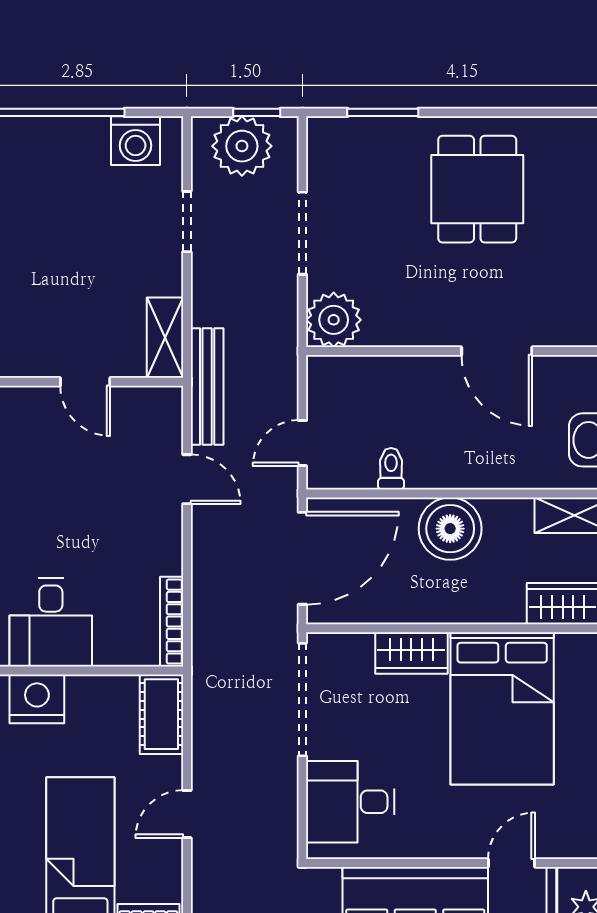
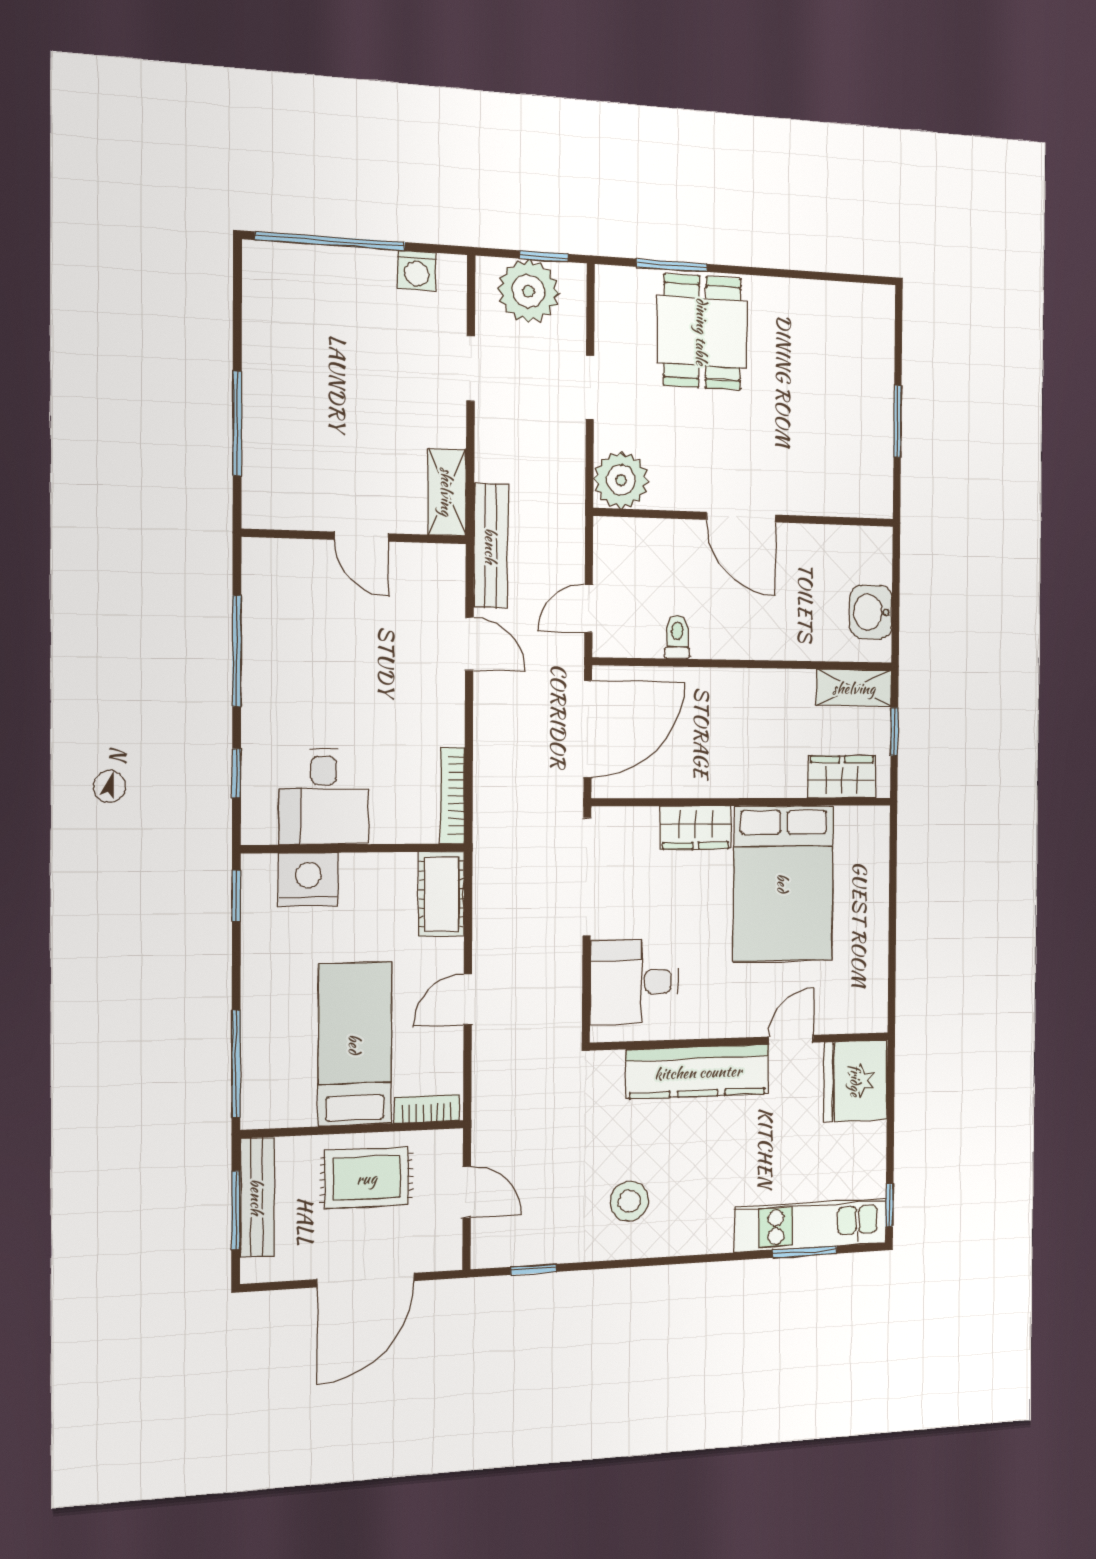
washing machine: (136, 141) -> (417, 271), width x0.73, depth x0.73
dining table: (477, 189) -> (702, 332), moved
doorway: (302, 233) -> (590, 387), width x0.73
door: (497, 351) -> (741, 517), moved
boiler: (450, 529) -> (735, 700), removed

